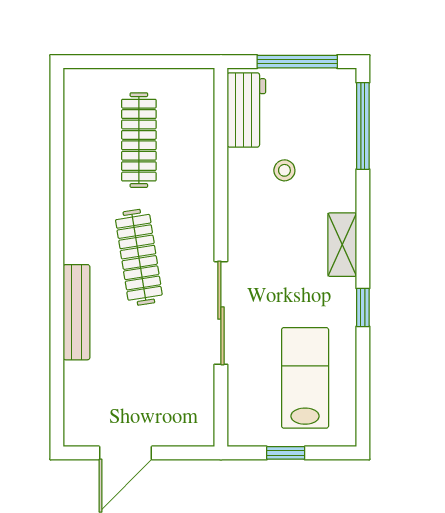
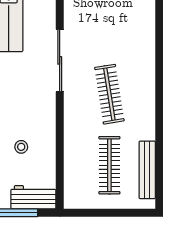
workbench: (246, 110) -> (33, 197), moved, turned 90
bench: (76, 312) -> (147, 170), moved

